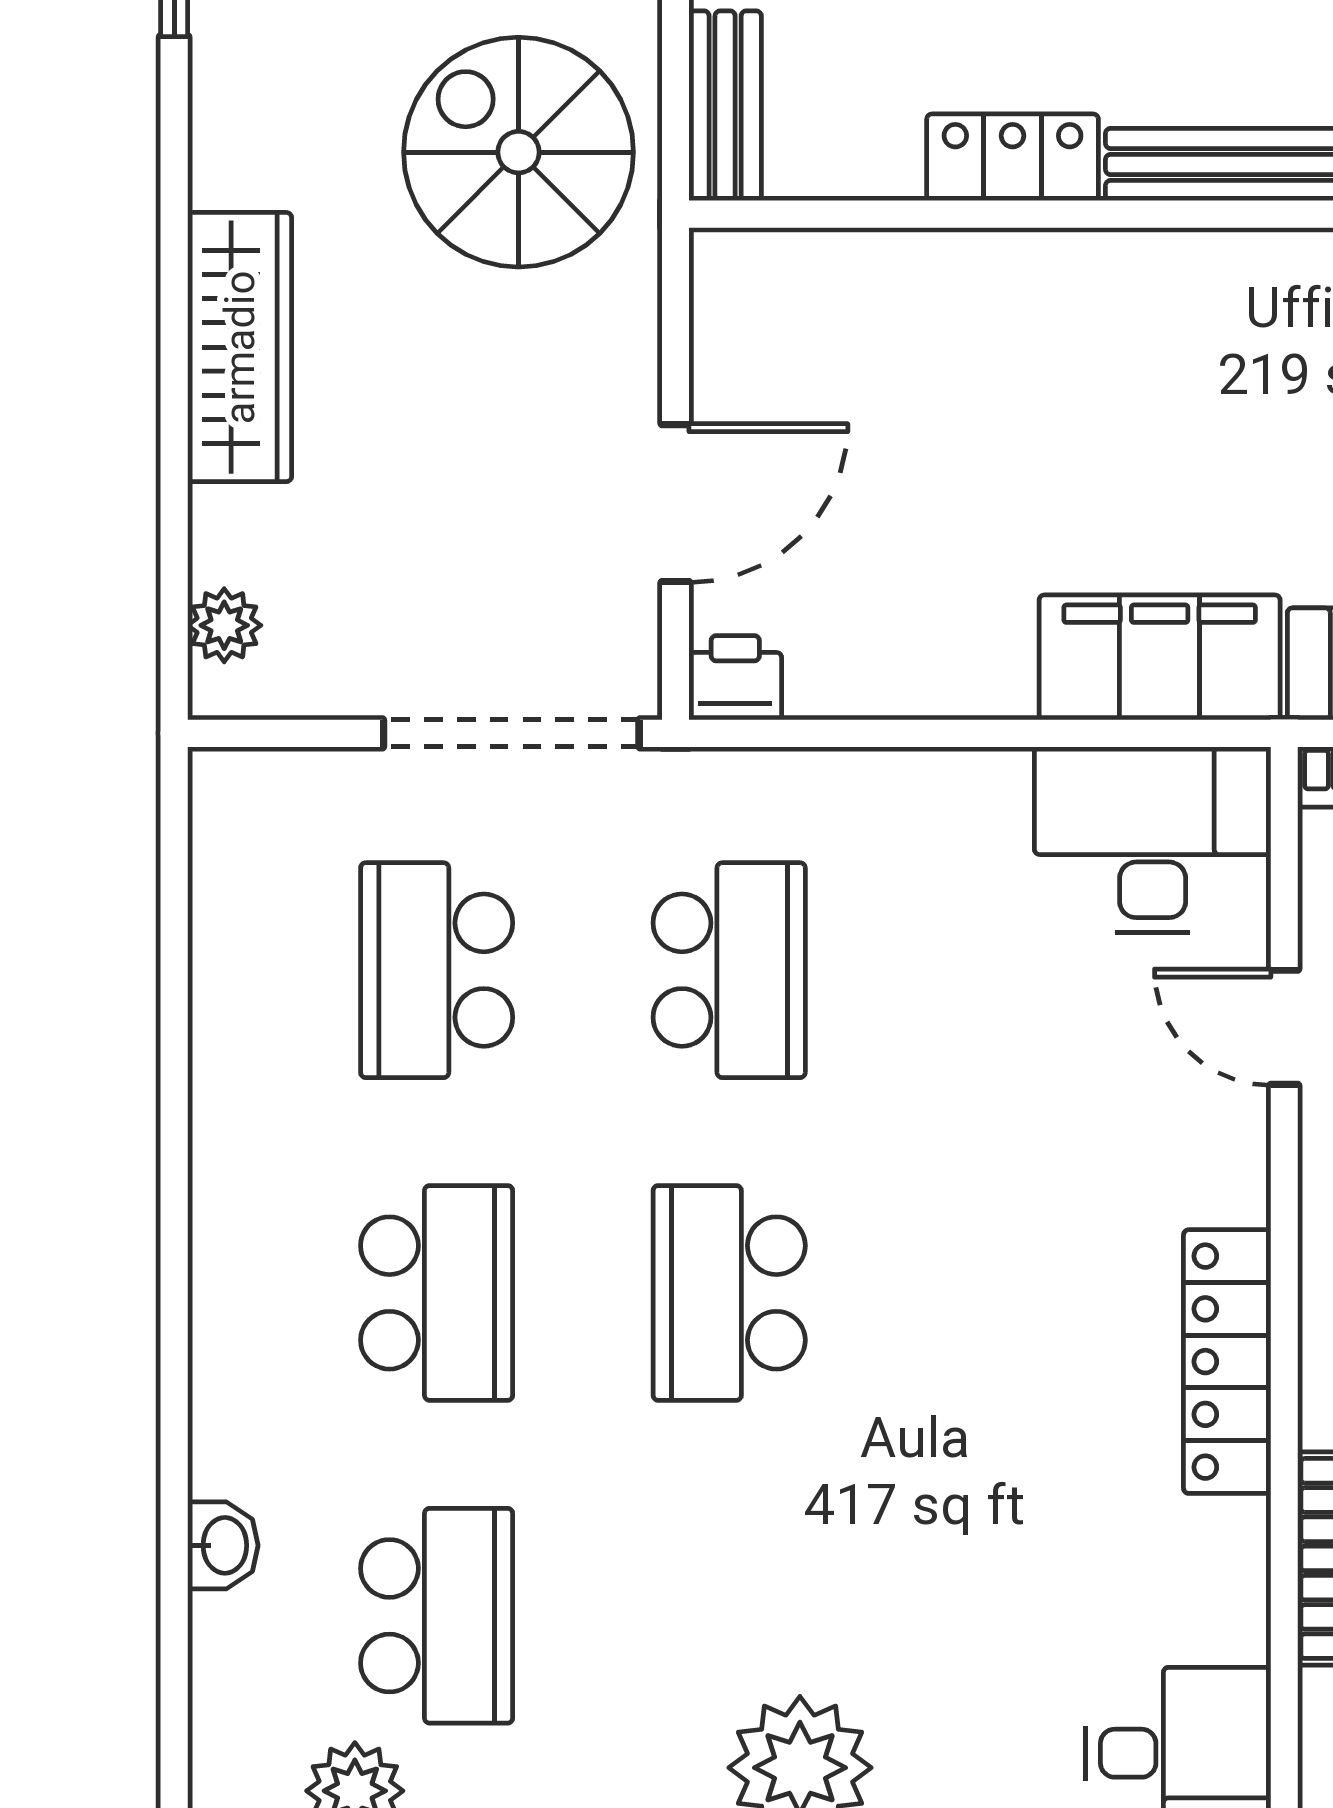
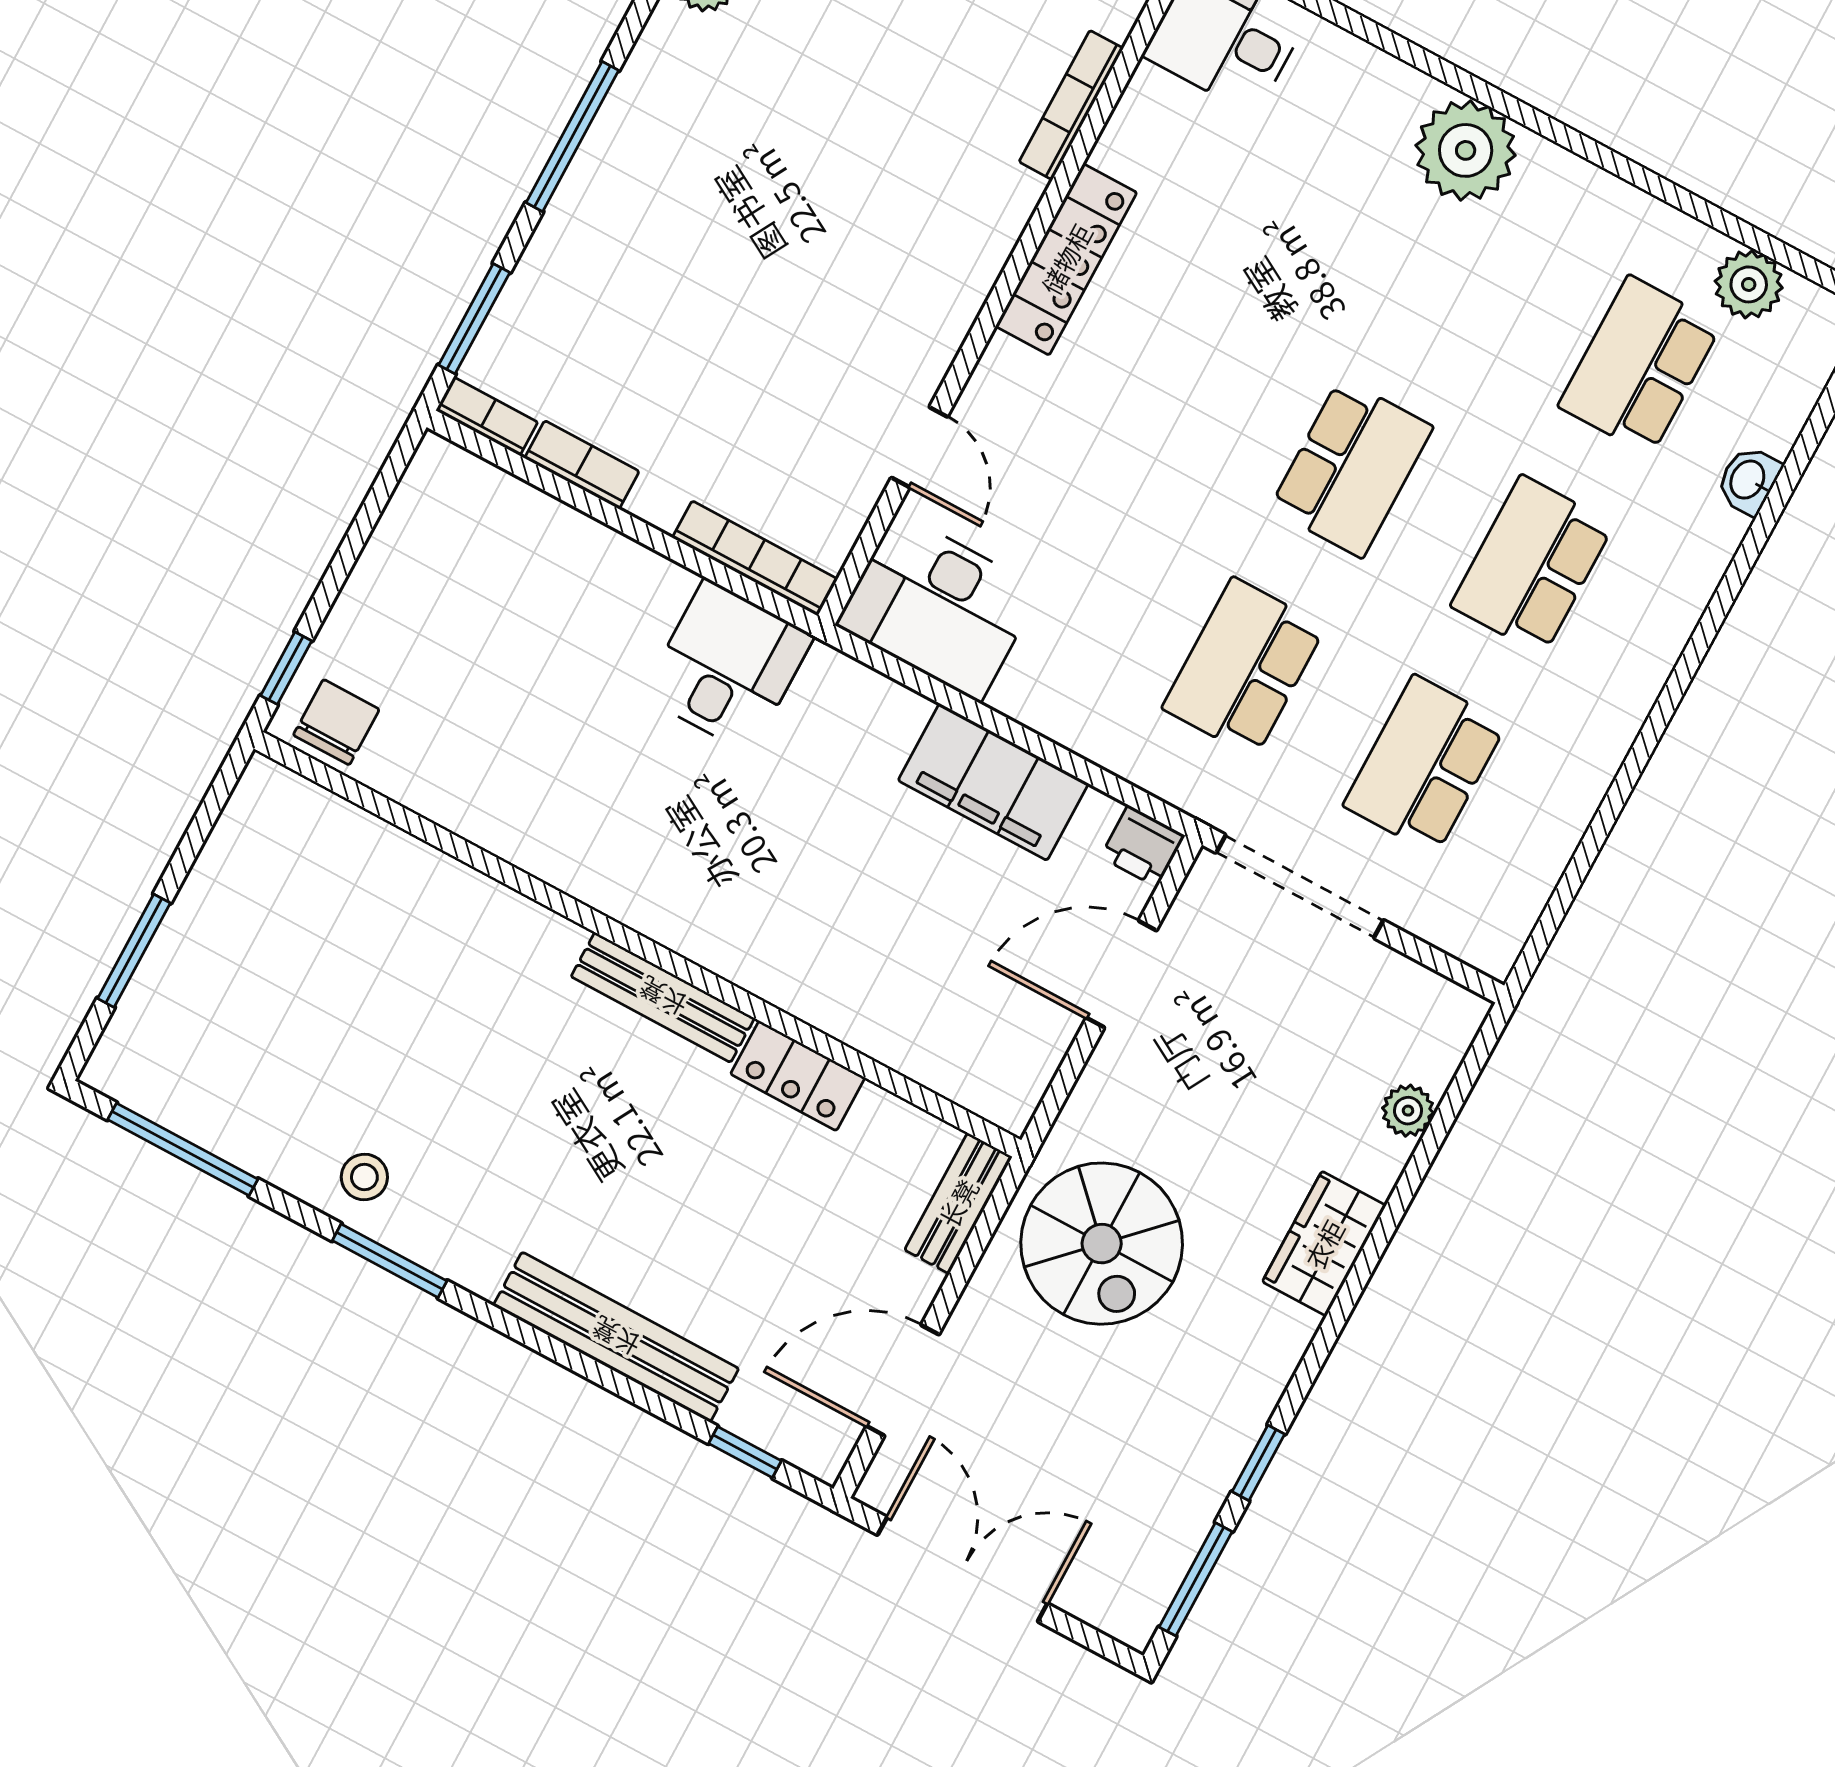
wardrobe: (240, 347) -> (1324, 1244), width x0.67
plant: (224, 625) -> (1408, 1111), moved
filing cabinet: (1160, 657) -> (993, 782), moved
school desk: (437, 970) -> (1425, 765), turned 180

